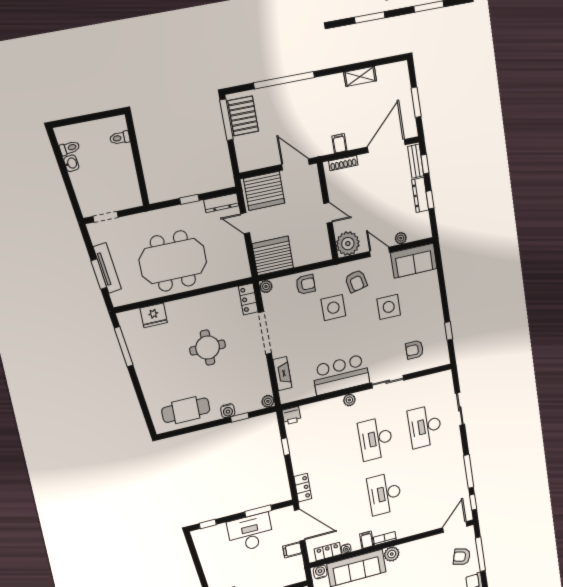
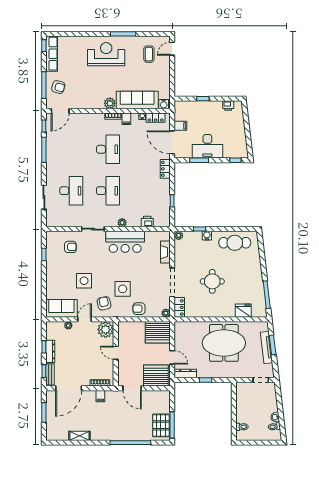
door: (380, 252) -> (85, 319), swing flipped
printer: (292, 416) -> (147, 222), moved

